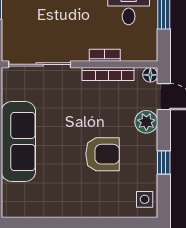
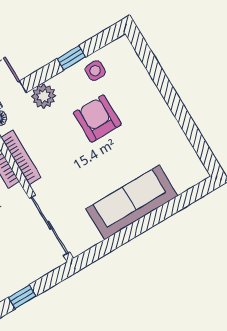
side table: (145, 199) -> (95, 71), moved

